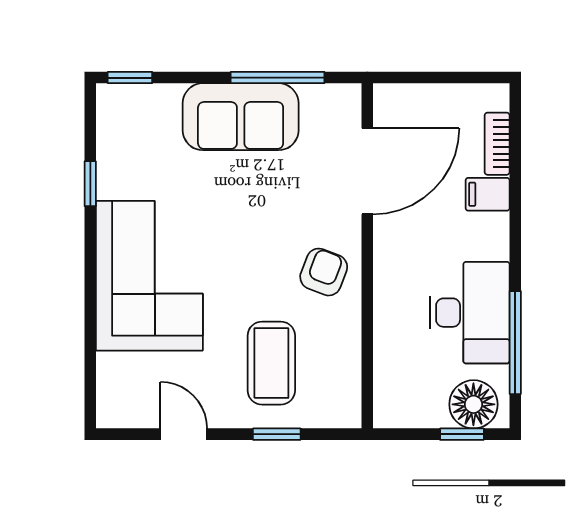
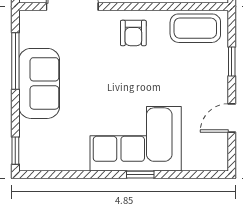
window: (90, 184) -> (140, 175), moved
armchair: (324, 272) -> (133, 33), turned -111
coffee table: (271, 363) -> (195, 28), moved

